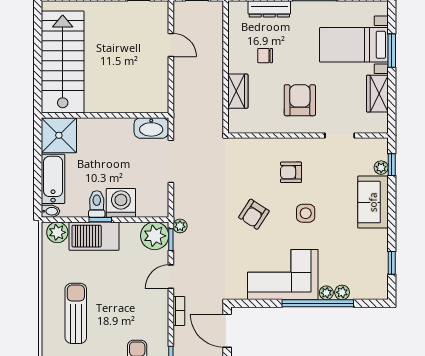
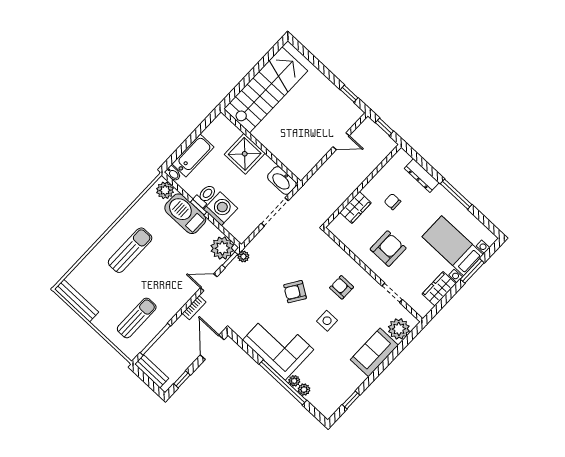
door: (171, 45) -> (341, 141), hinge flipped
shower: (59, 135) -> (245, 154), moved
window: (392, 165) -> (407, 340), removed
plant: (381, 168) -> (399, 329), width x1.87, depth x1.87

